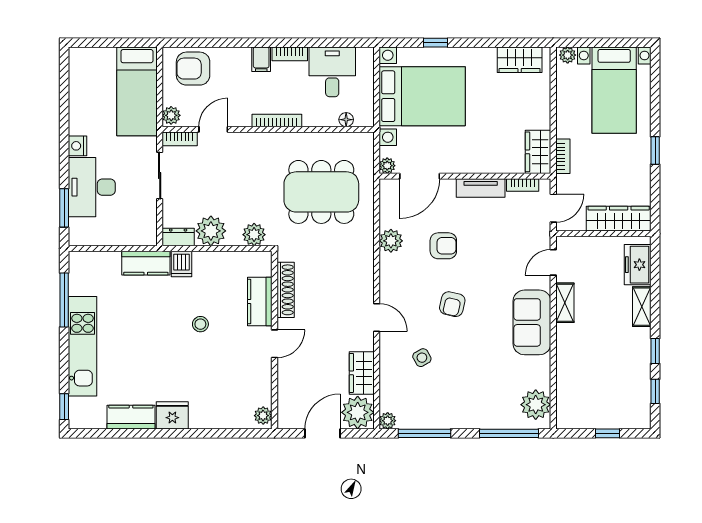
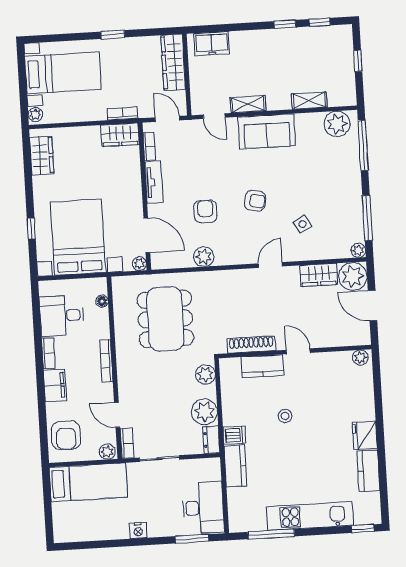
filing cabinet: (261, 59) -> (55, 385), width x2.00
desk: (92, 187) -> (203, 508), moved, turned -90
shelving: (642, 307) -> (309, 101), moved

